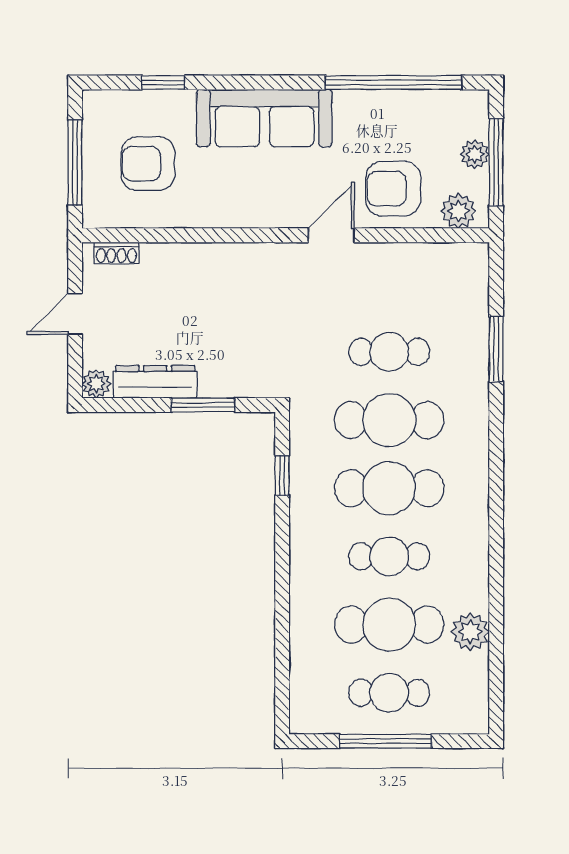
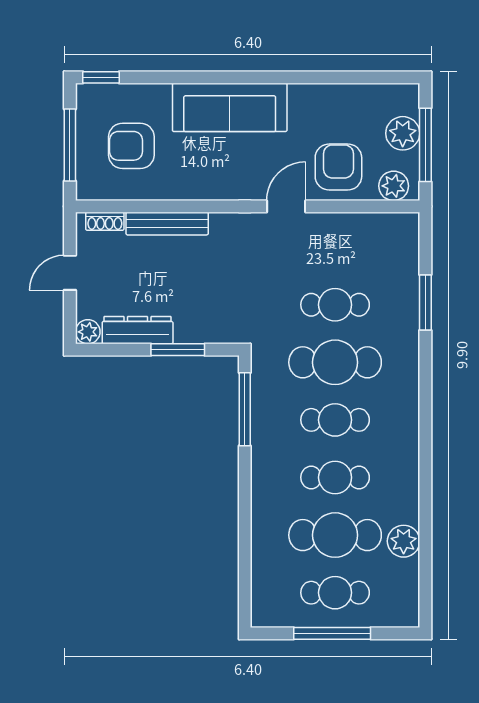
window: (163, 82) -> (101, 77), moved
window: (393, 82) -> (339, 77), removed
plant: (475, 154) -> (403, 133), width x1.38, depth x1.38
armchair: (393, 189) -> (338, 167), turned 90
bench: (190, 256) -> (167, 224), added
window: (282, 476) -> (245, 409), width x2.17
cafe table: (389, 488) -> (335, 420), width x0.73, depth x0.74

